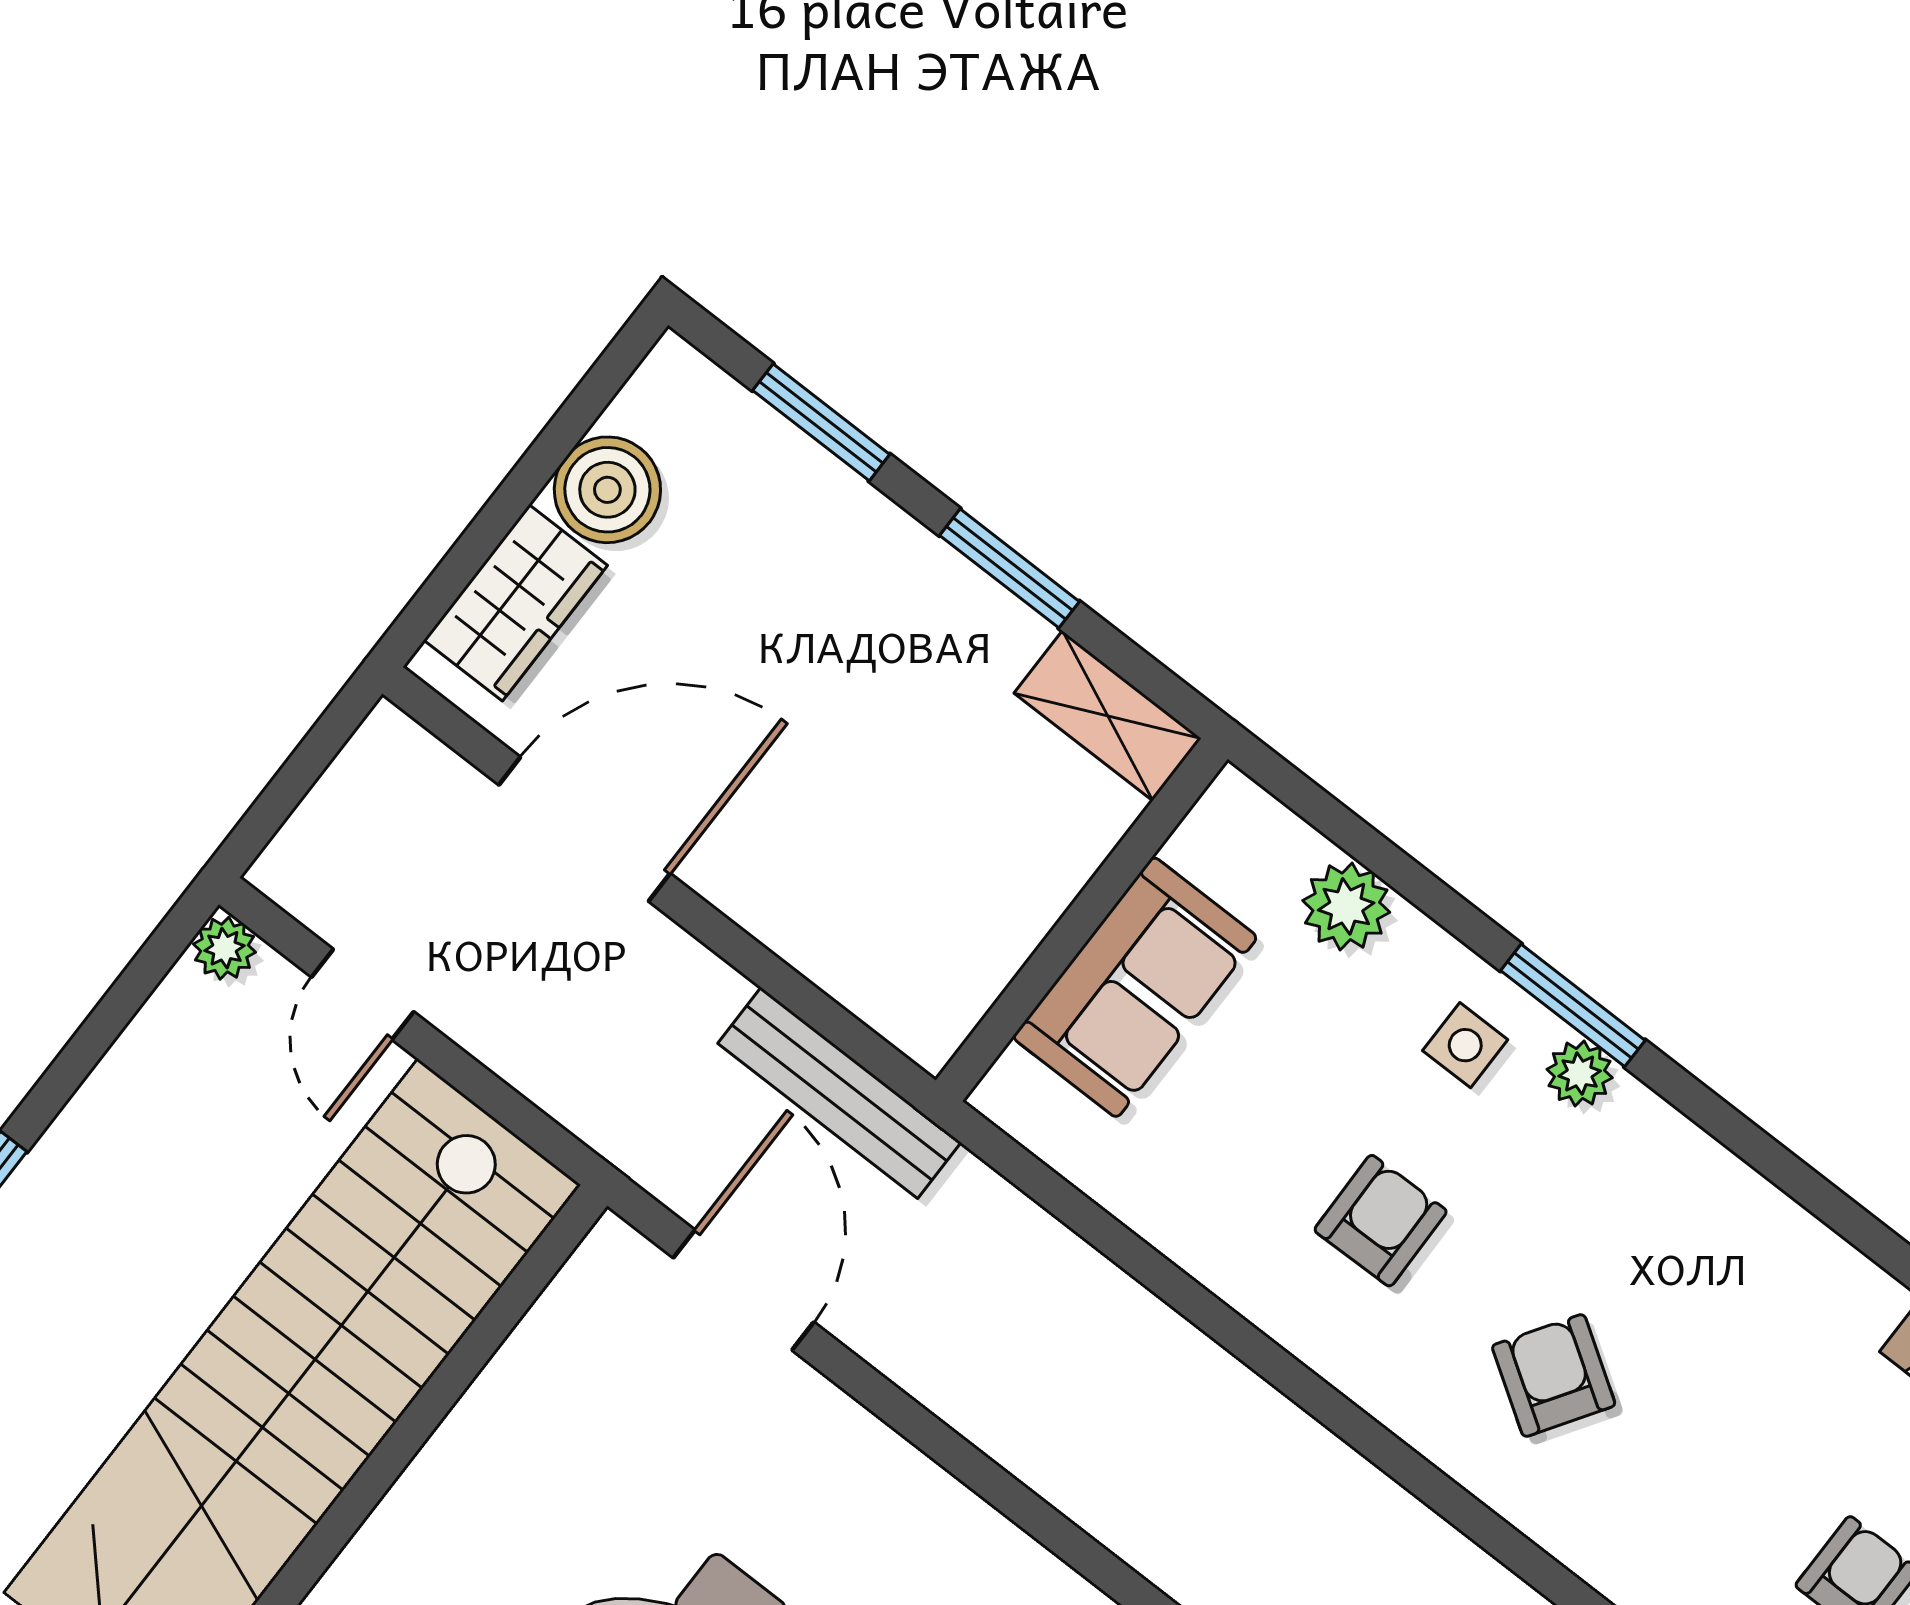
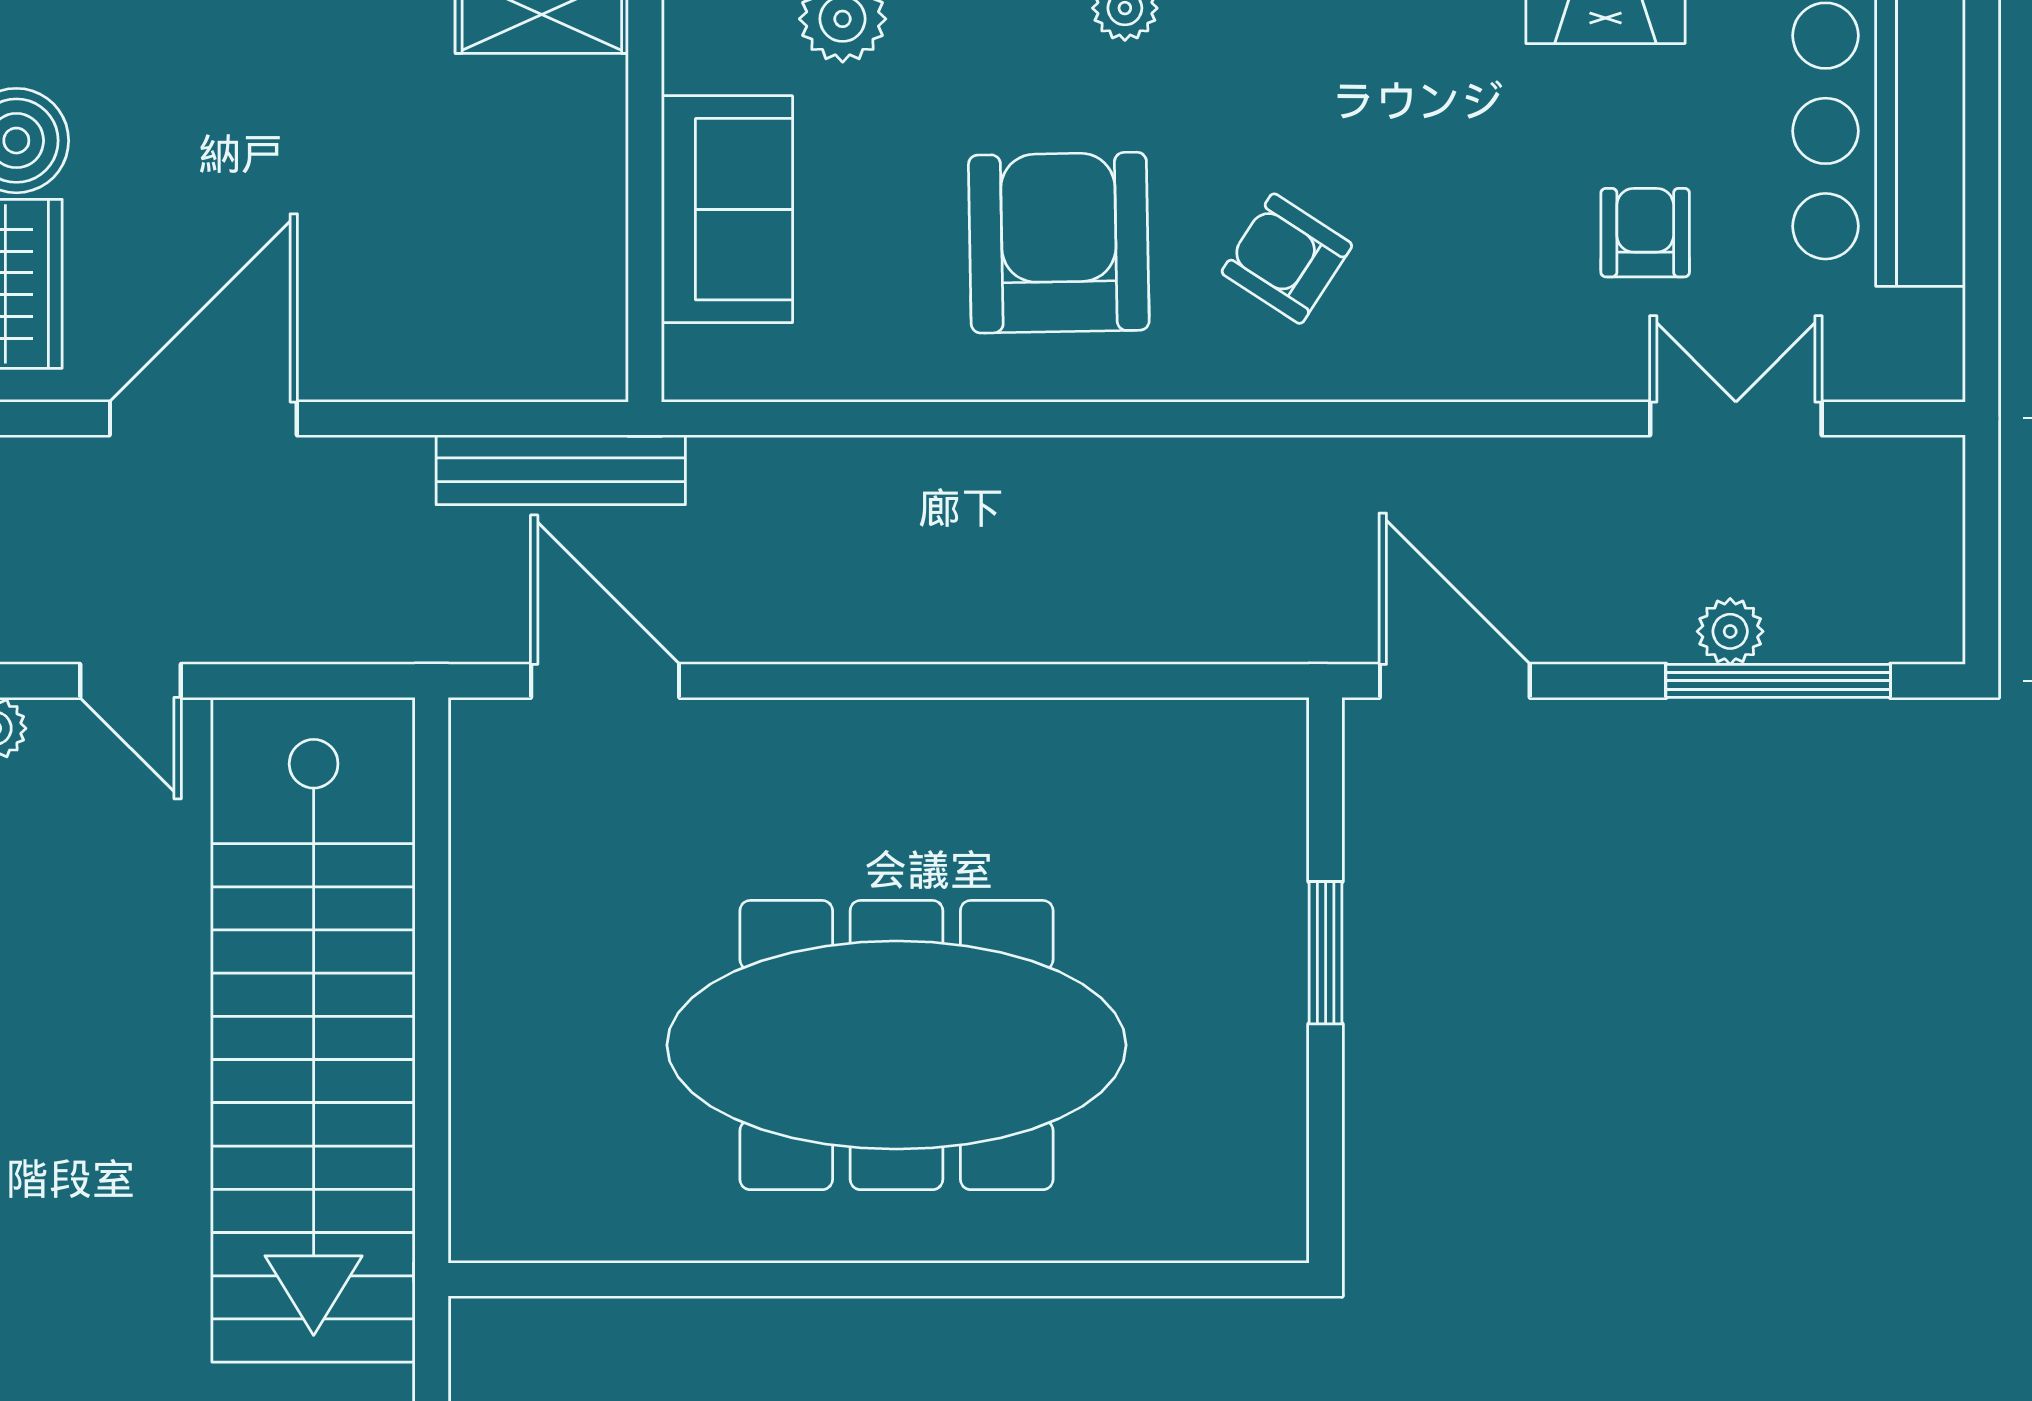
side table: (1465, 1045) -> (1019, 55), removed
armchair: (1381, 1221) -> (1059, 243), width x1.88, depth x1.88

